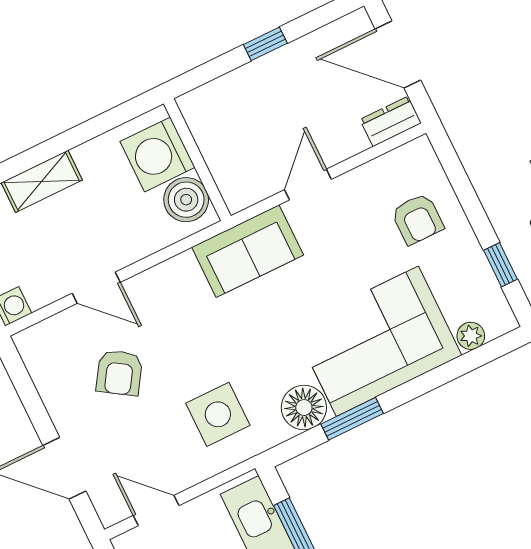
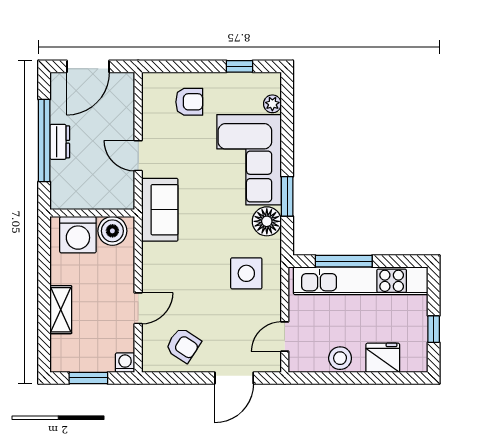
window: (265, 44) -> (44, 141), width x3.17
dresser: (391, 121) -> (60, 142), moved, turned 180
armchair: (119, 373) -> (183, 345), moved

